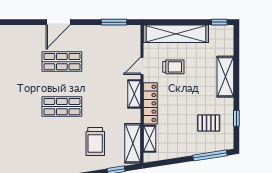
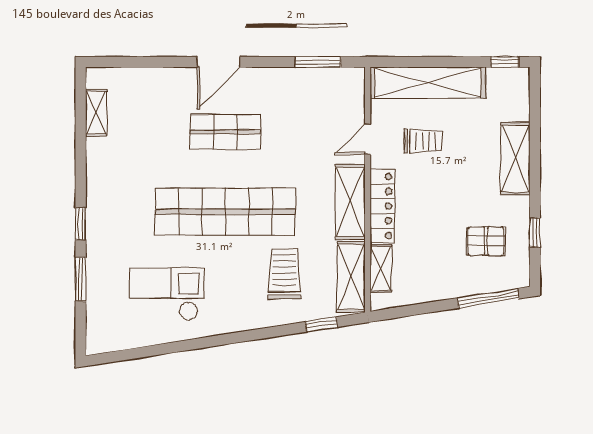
shelving: (134, 94) -> (350, 202), width x1.50, depth x1.33
shop shelf: (62, 107) -> (225, 212), width x2.00, depth x1.36
trolley: (95, 142) -> (284, 274), turned 180
checkout: (29, 153) -> (167, 294), added

